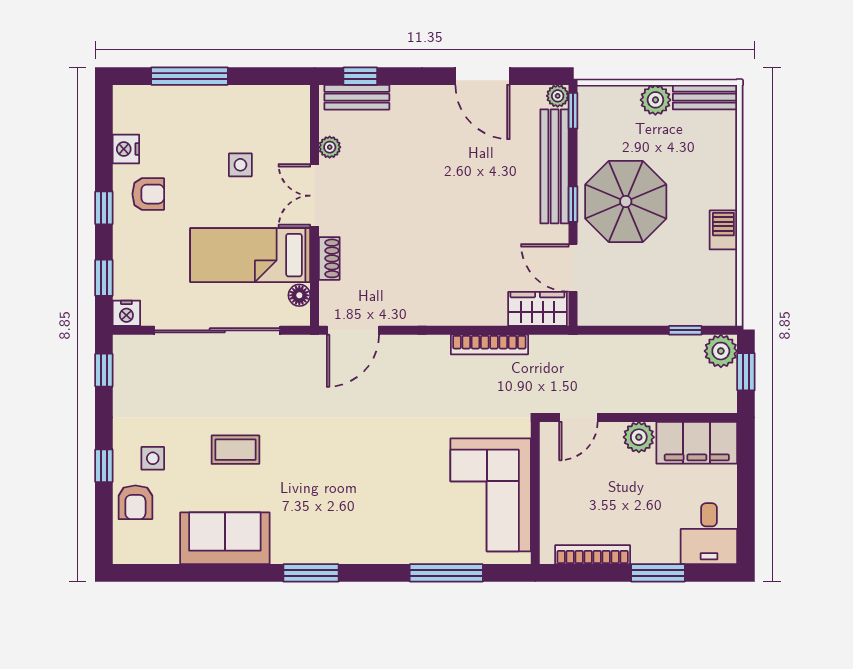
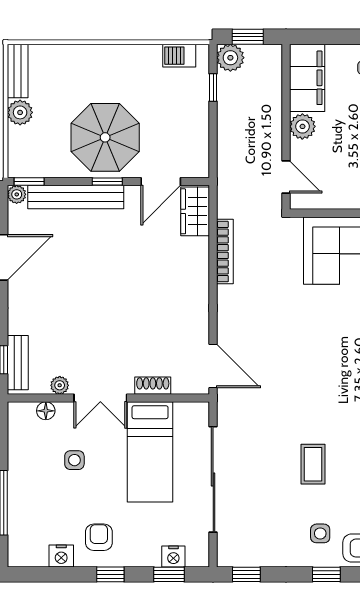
barbecue: (723, 230) -> (179, 56), moved
floor lamp: (299, 295) -> (46, 411), moved
nightstand: (126, 313) -> (173, 556), moved, turned 90

